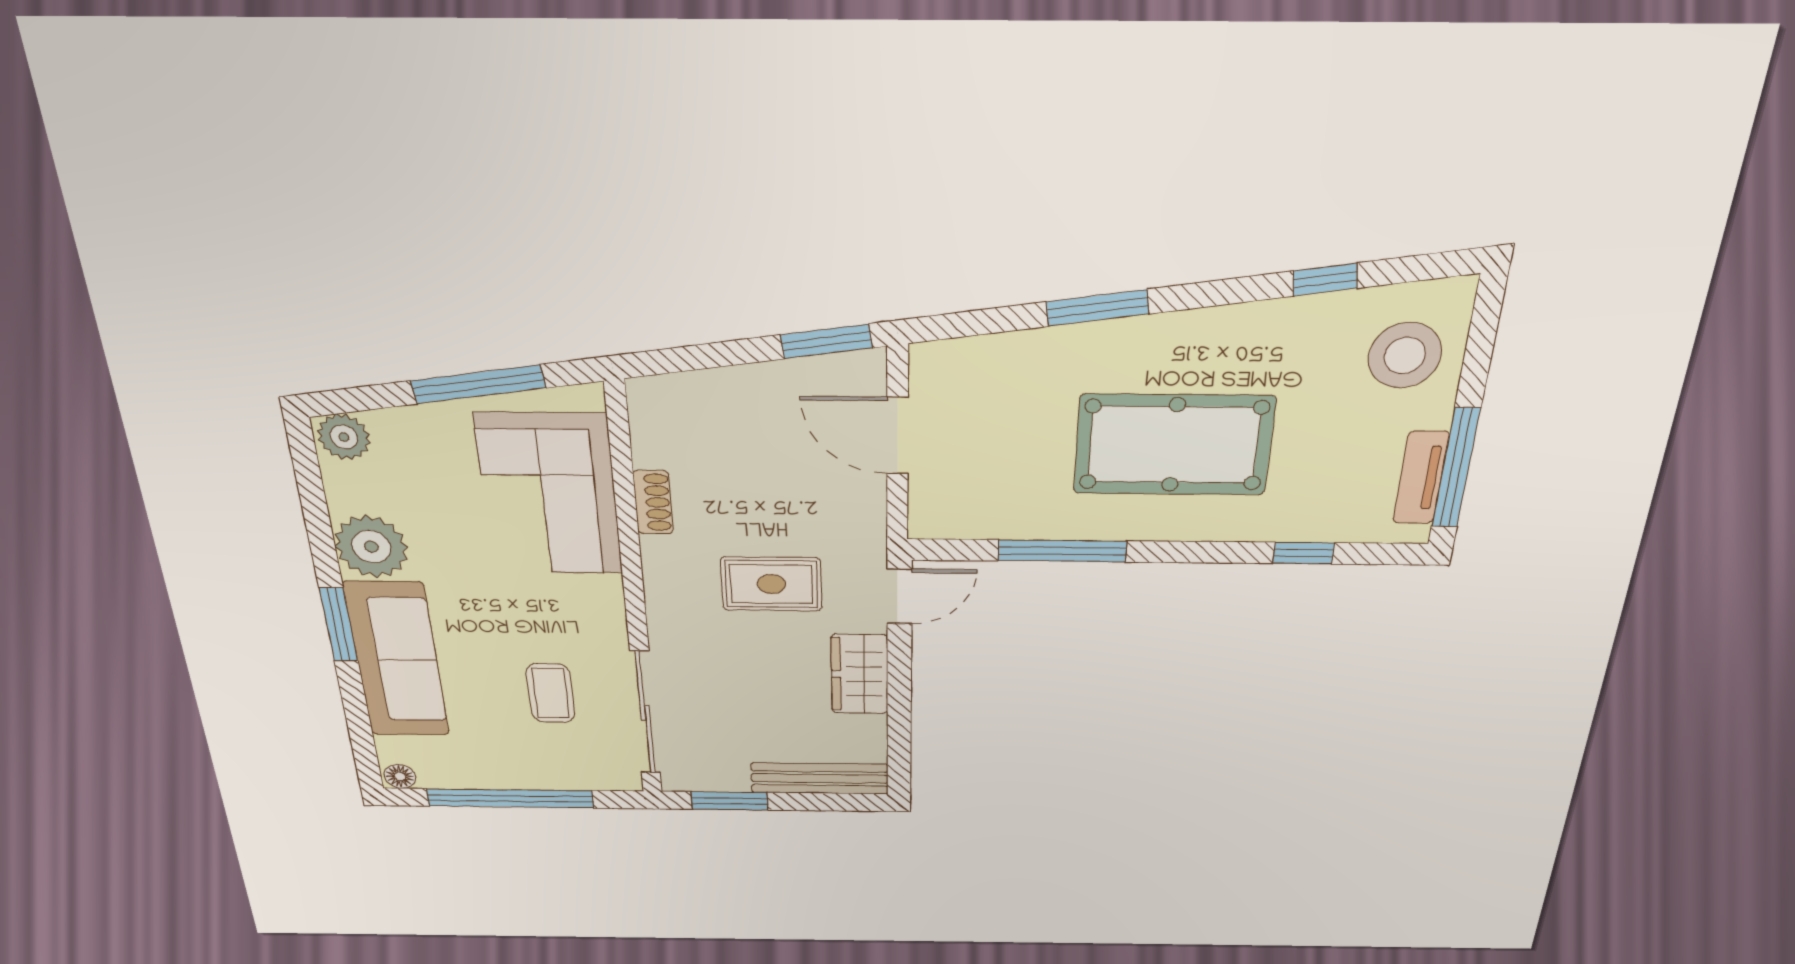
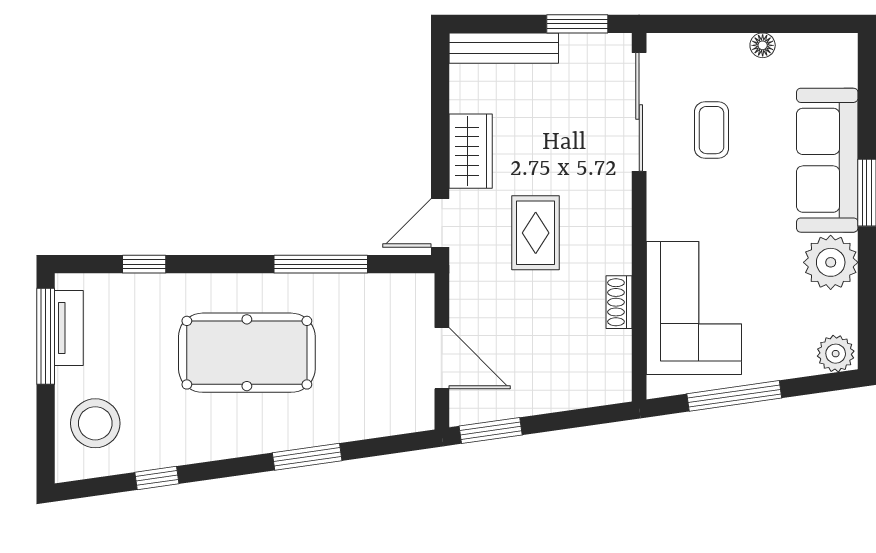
rug: (771, 584) -> (536, 233), turned 90
floor lamp: (400, 776) -> (763, 45), moved
window: (510, 798) -> (756, 24), removed

